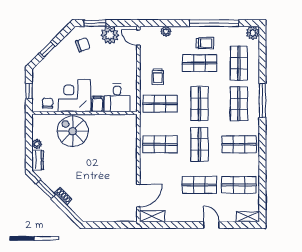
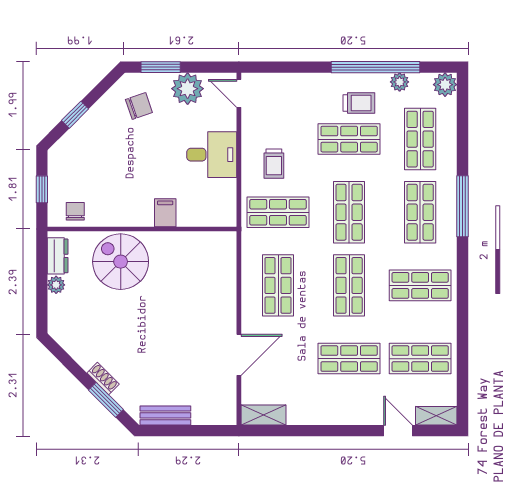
plant: (166, 31) -> (400, 82), moved
corner desk: (74, 96) -> (124, 198), removed
desk: (117, 98) -> (212, 155), moved, turned -90
shop shelf: (160, 144) -> (278, 285), turned 90
dresser: (38, 160) -> (58, 256), moved
window: (46, 189) -> (106, 400), moved
door: (138, 196) -> (239, 355), moved
bench: (98, 216) -> (165, 415), added
door: (211, 225) -> (398, 431), moved

